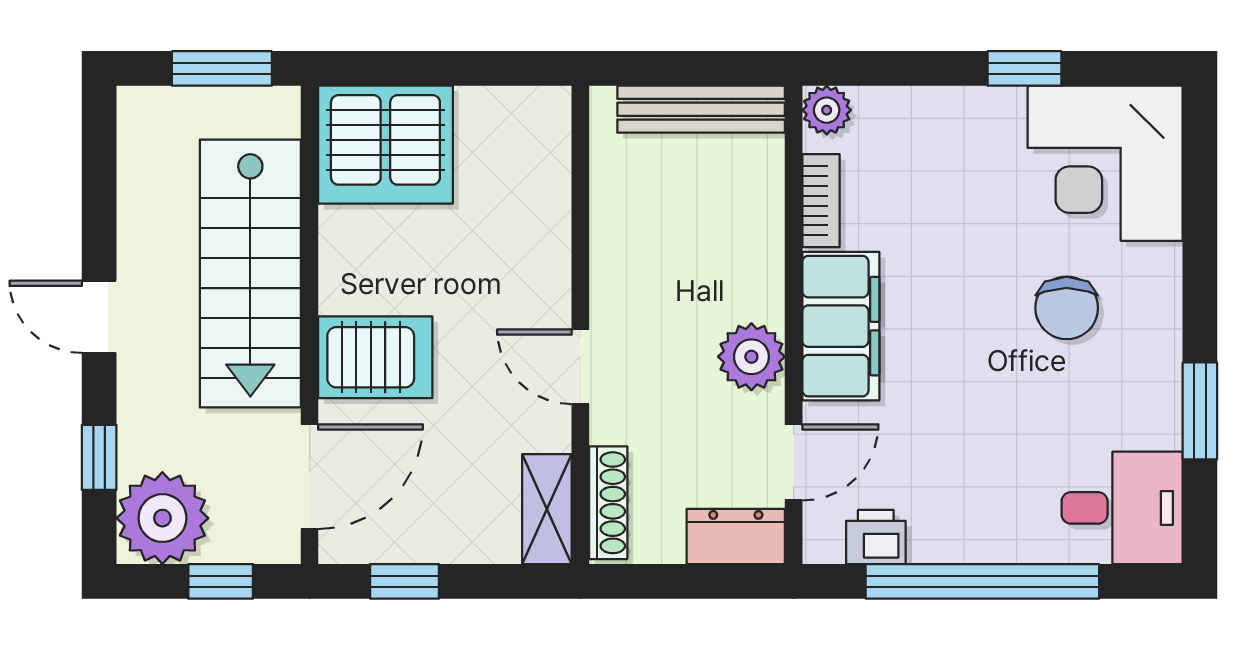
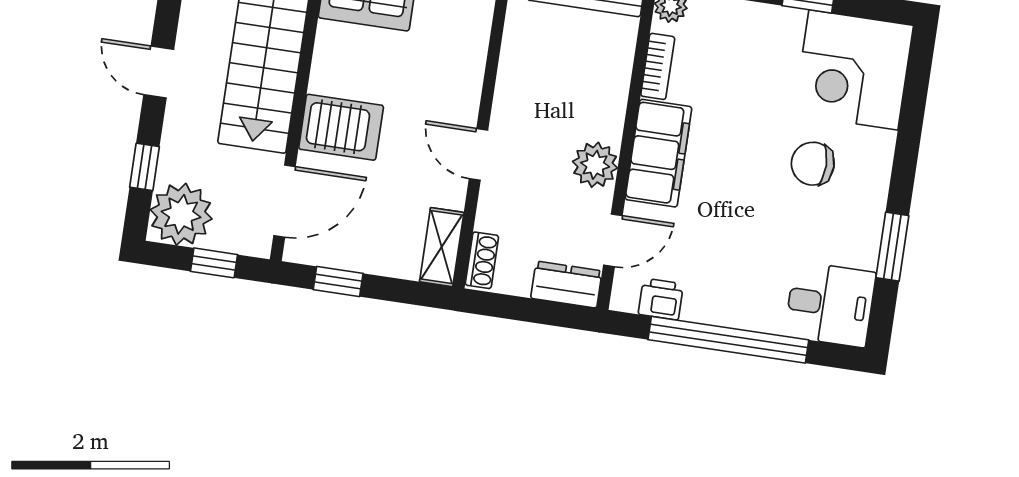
chair: (1067, 308) -> (813, 164), turned 90
shoe rack: (608, 503) -> (482, 260), width x0.70

